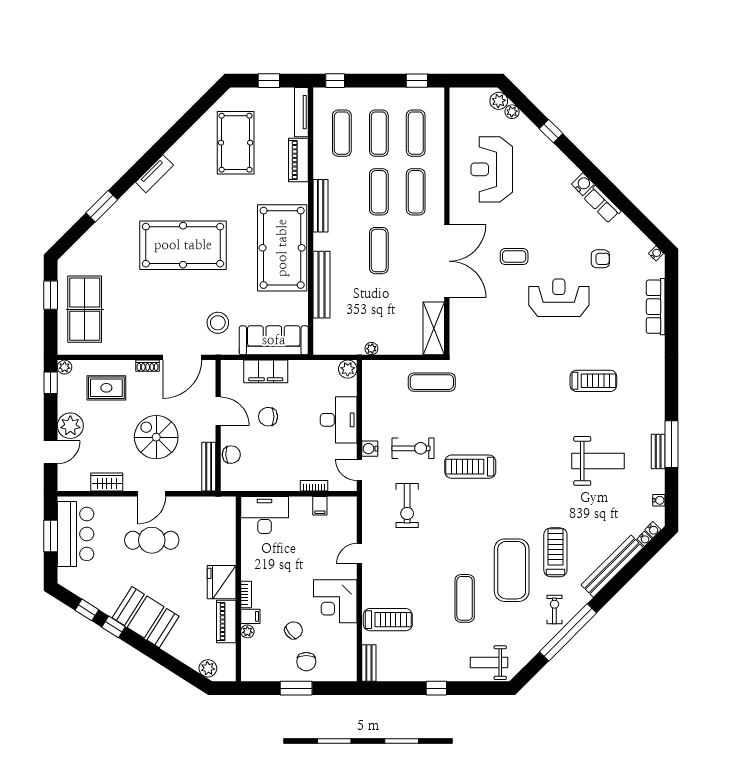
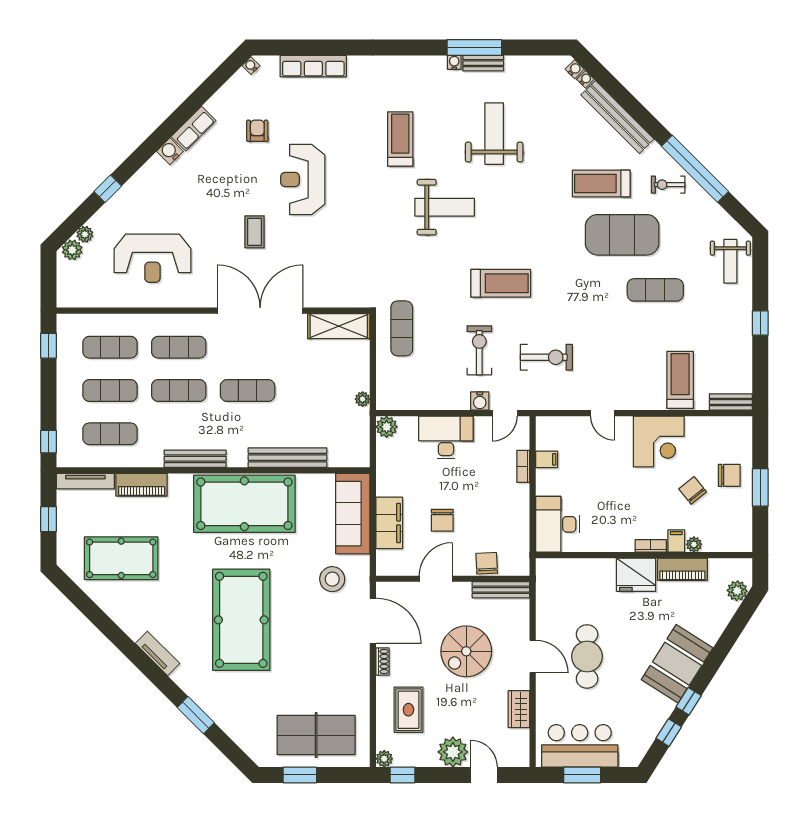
weight bench: (535, 419) -> (445, 207), added
treadmill: (470, 467) -> (501, 283), turned -90
water cooler: (659, 500) -> (454, 62), moved

